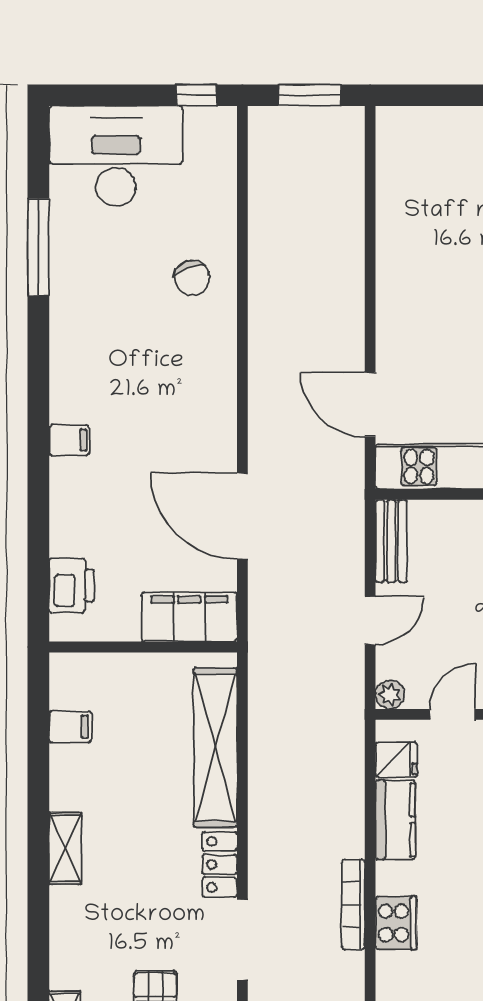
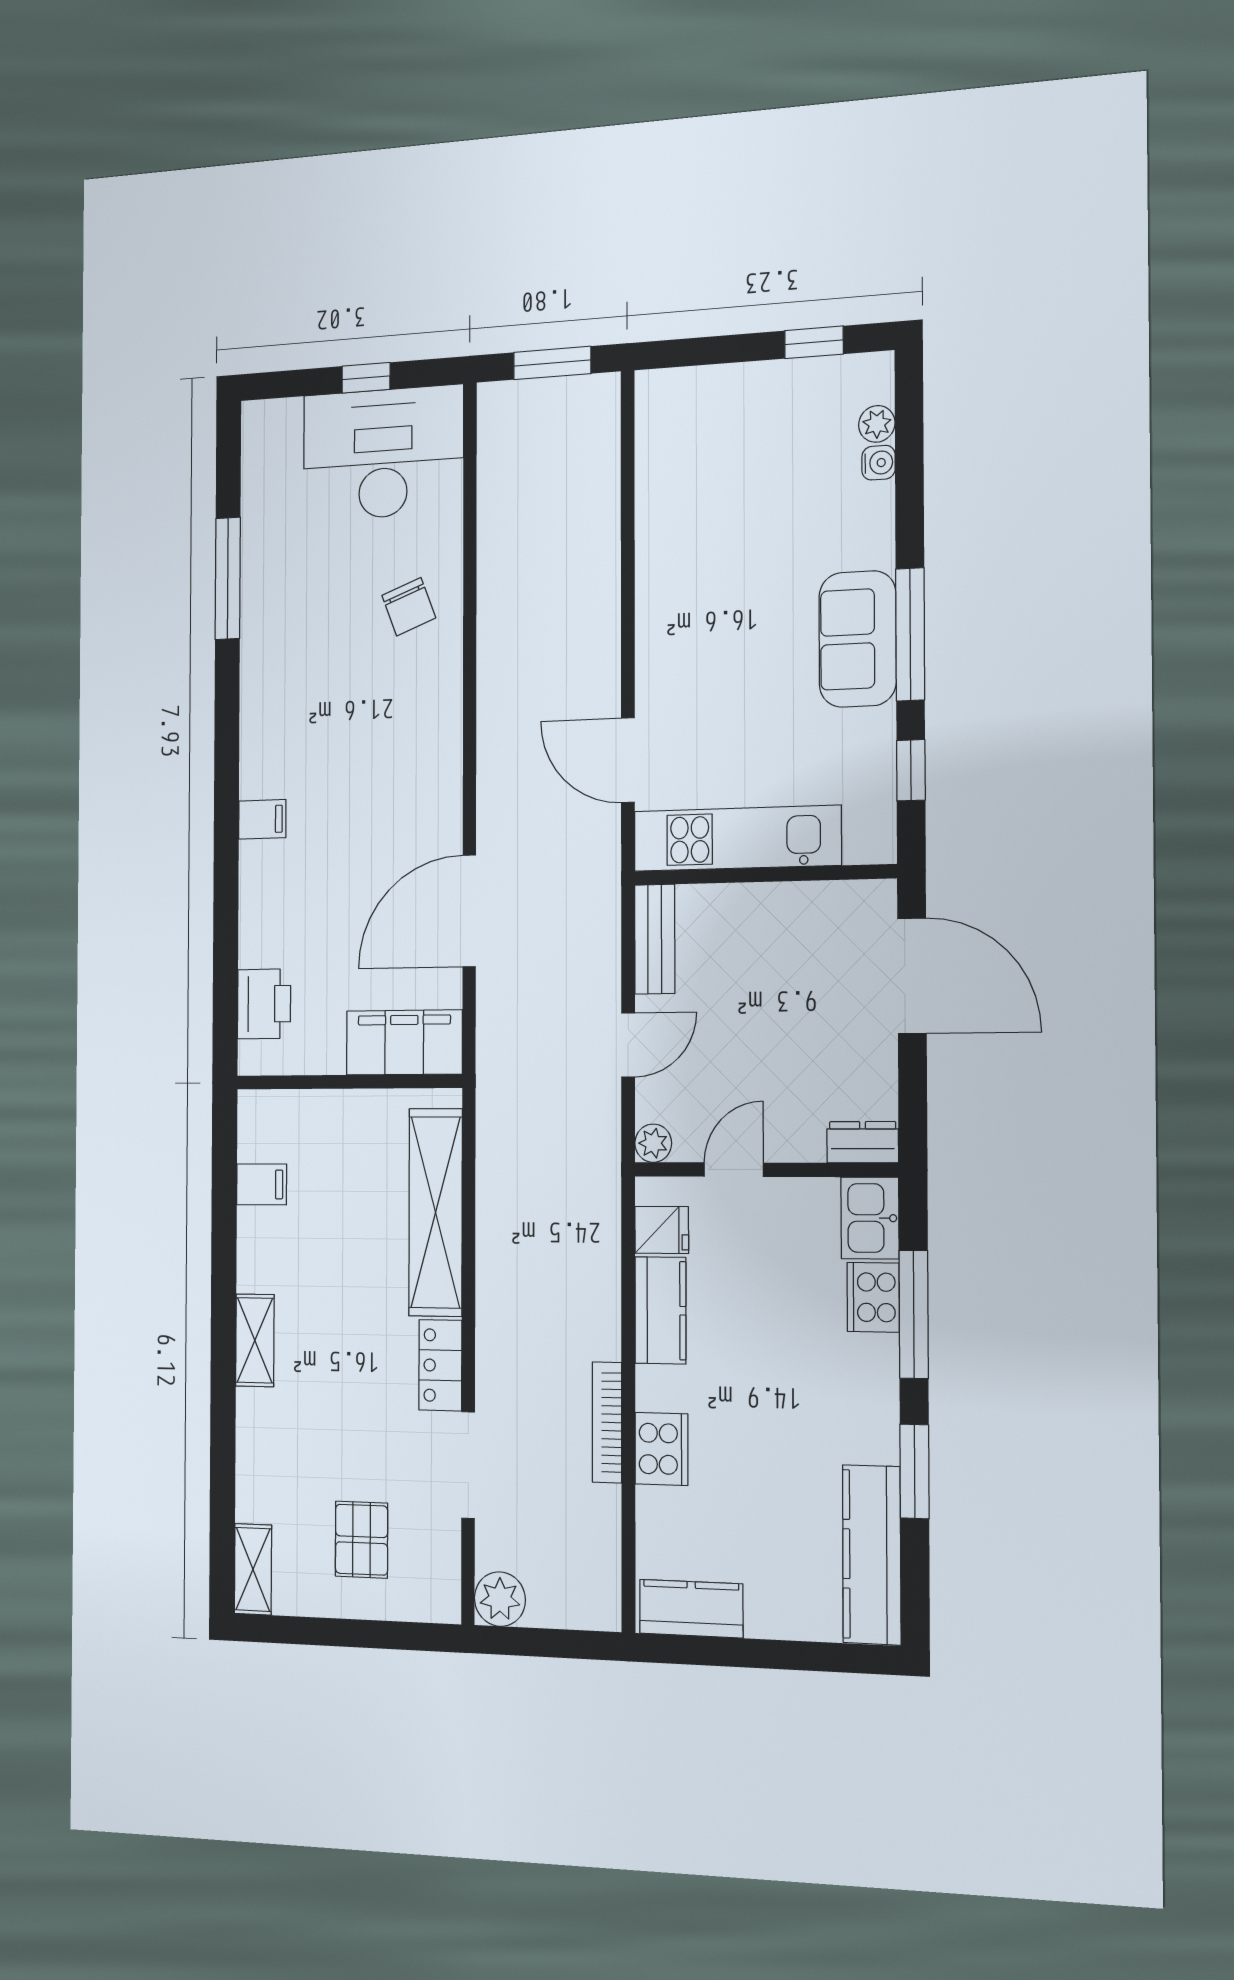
window: (197, 95) -> (366, 378), moved
desk: (116, 156) -> (383, 453), moved
door: (242, 516) -> (469, 911), hinge flipped

